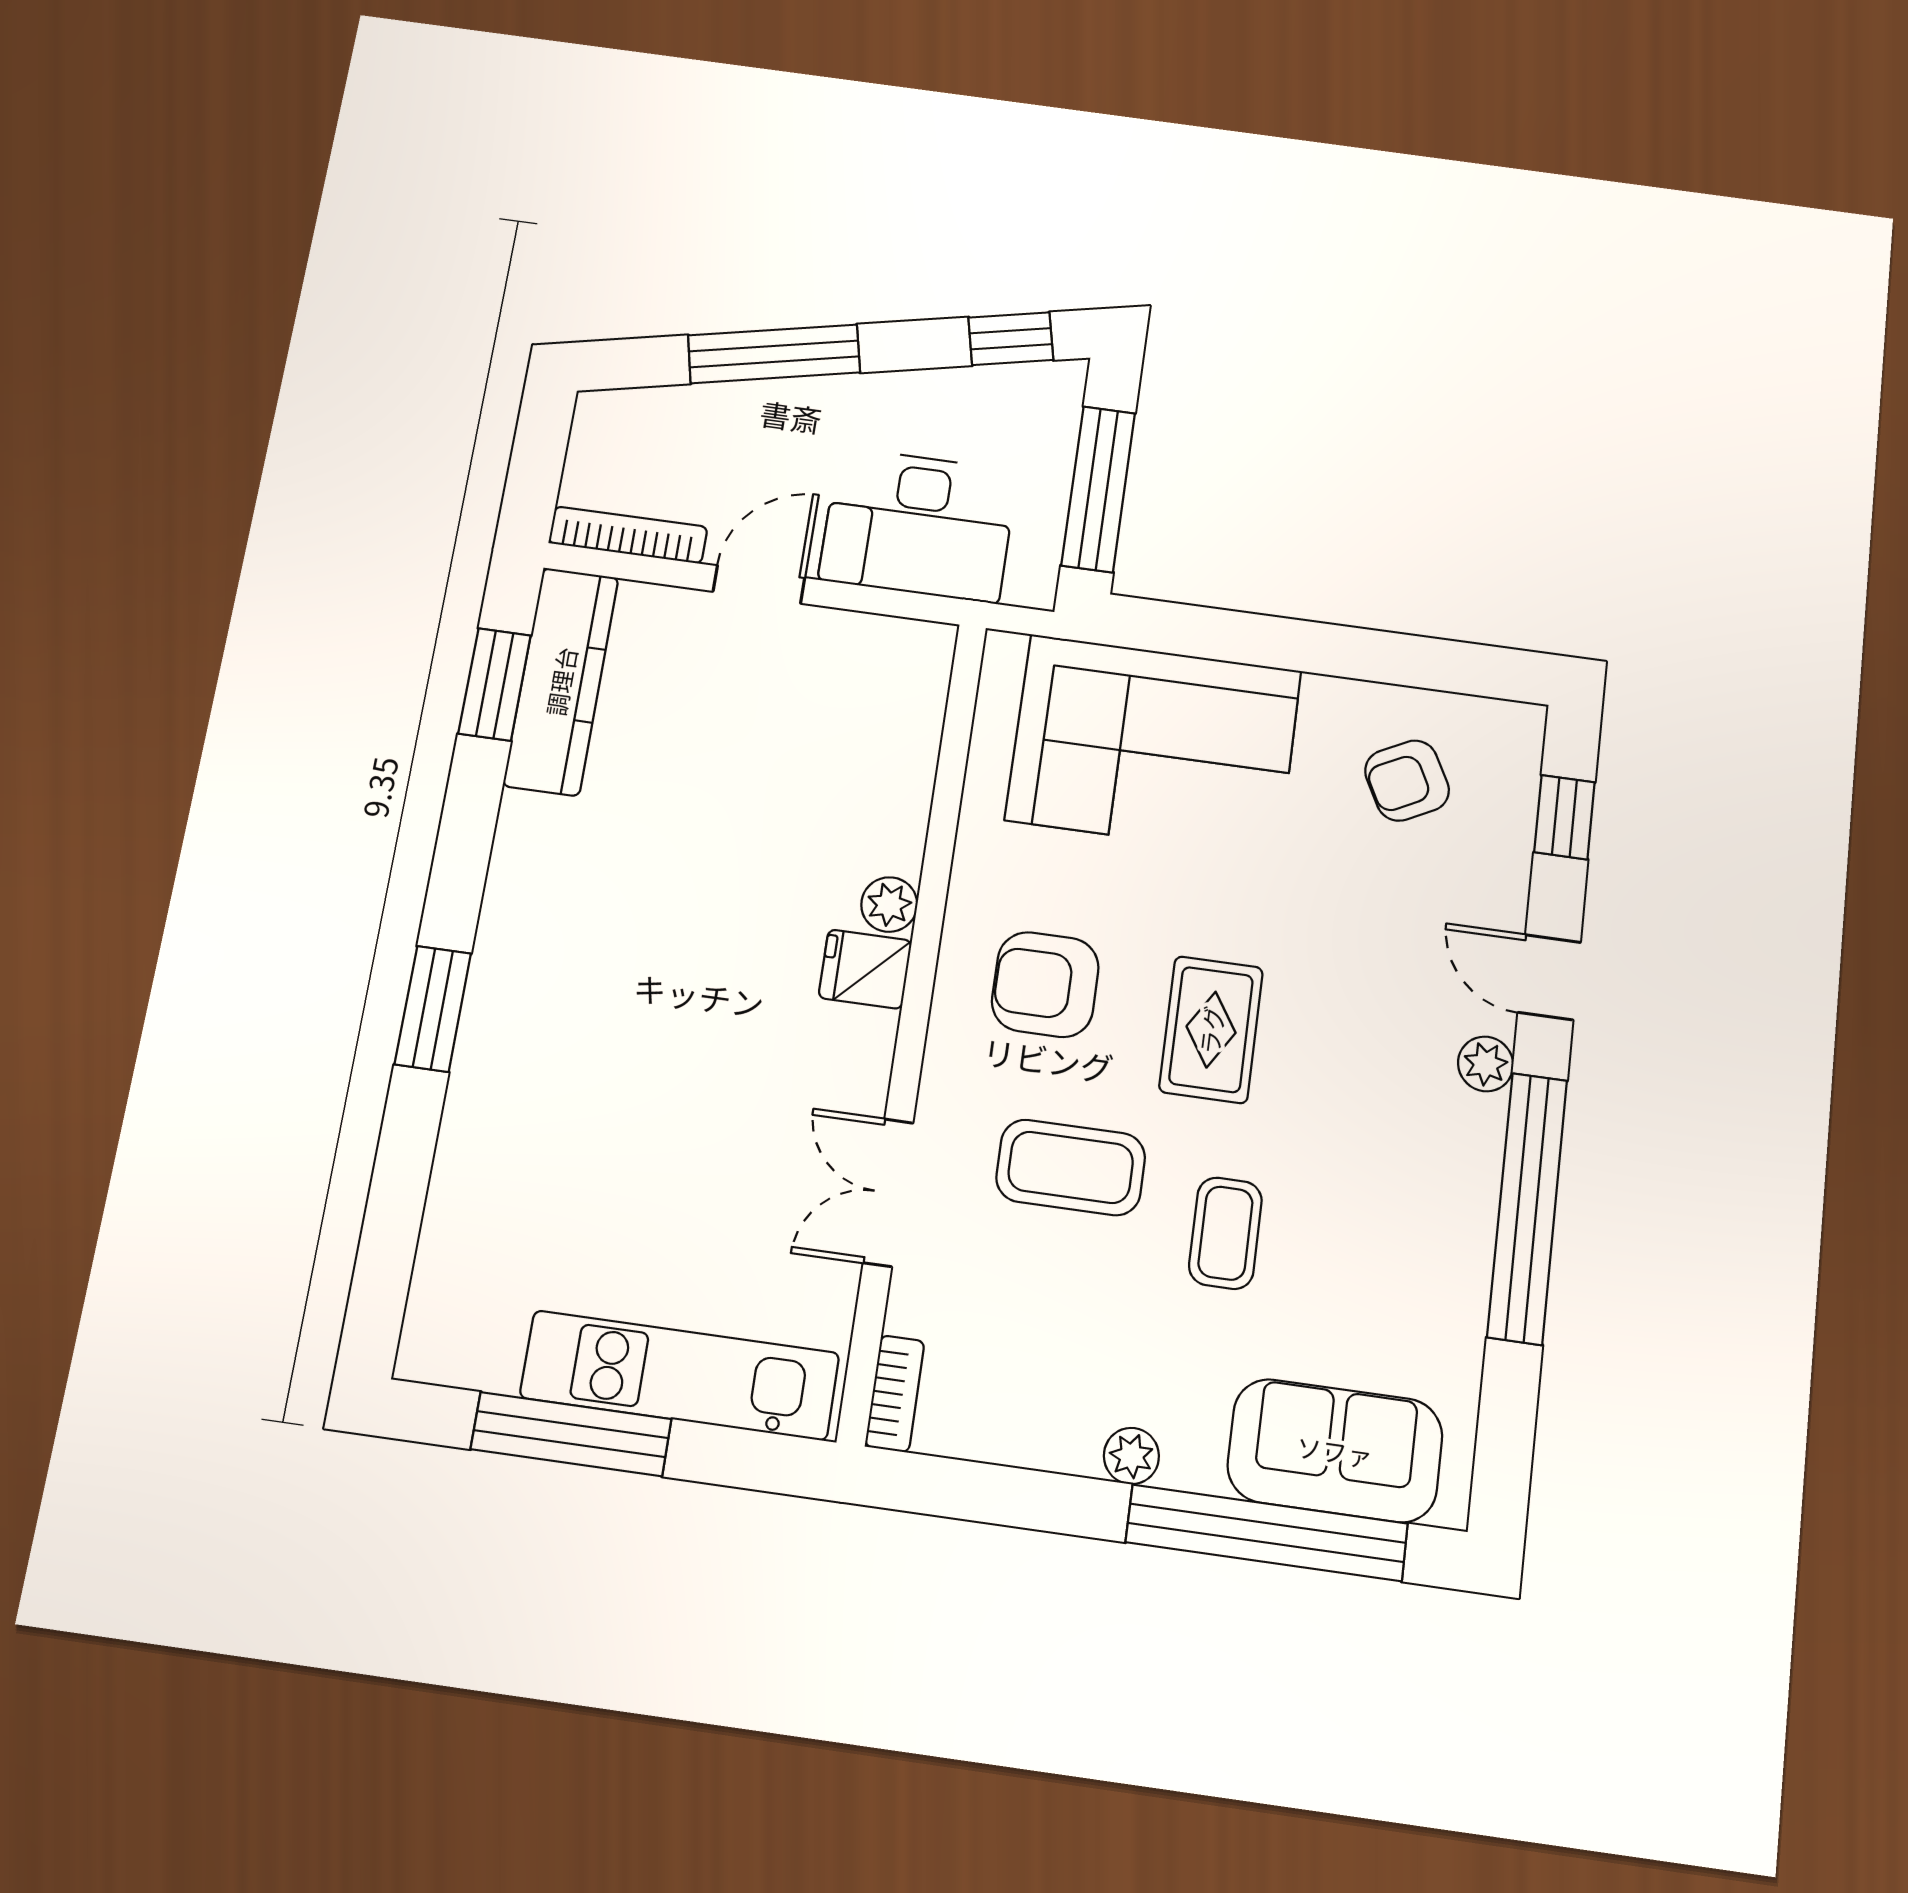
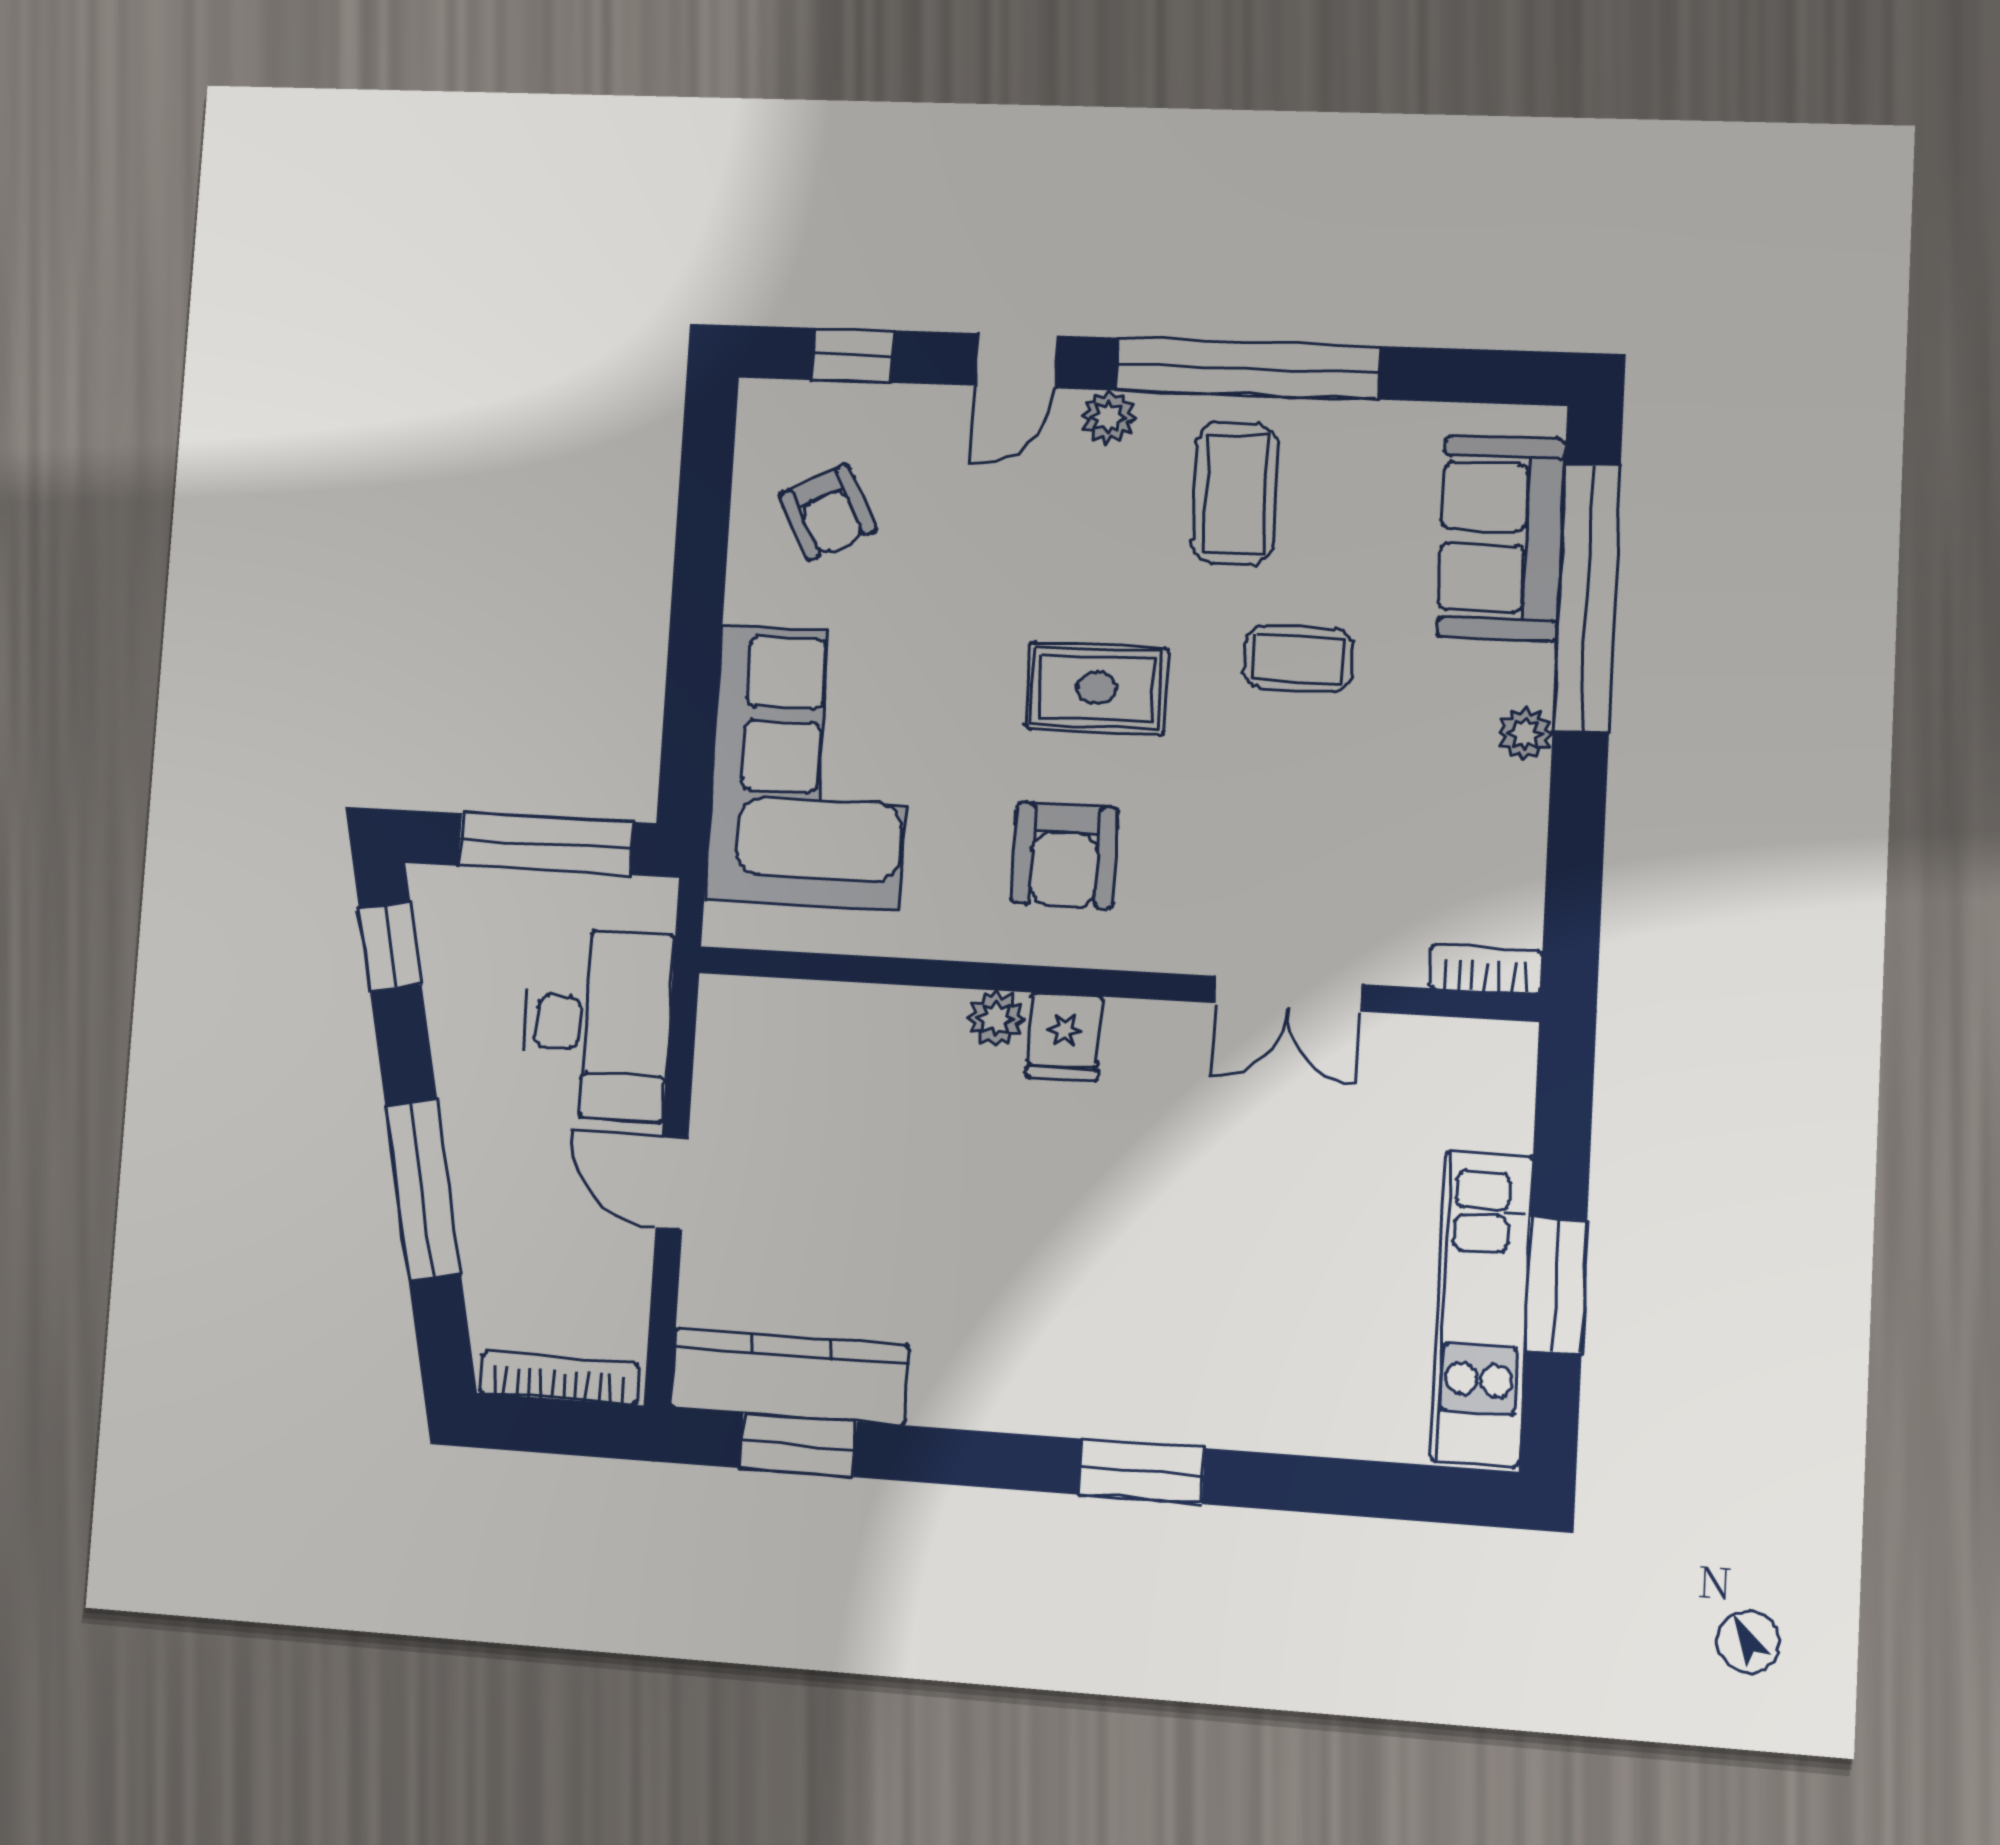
bookcase: (628, 535) -> (559, 1378), moved, turned 90
coffee table: (1071, 1167) -> (1235, 494), moved
kitchen unit: (680, 1375) -> (1482, 1308), moved
window: (571, 1434) -> (1556, 1285), width x0.69

